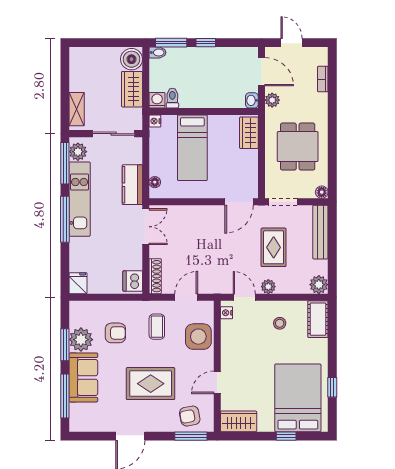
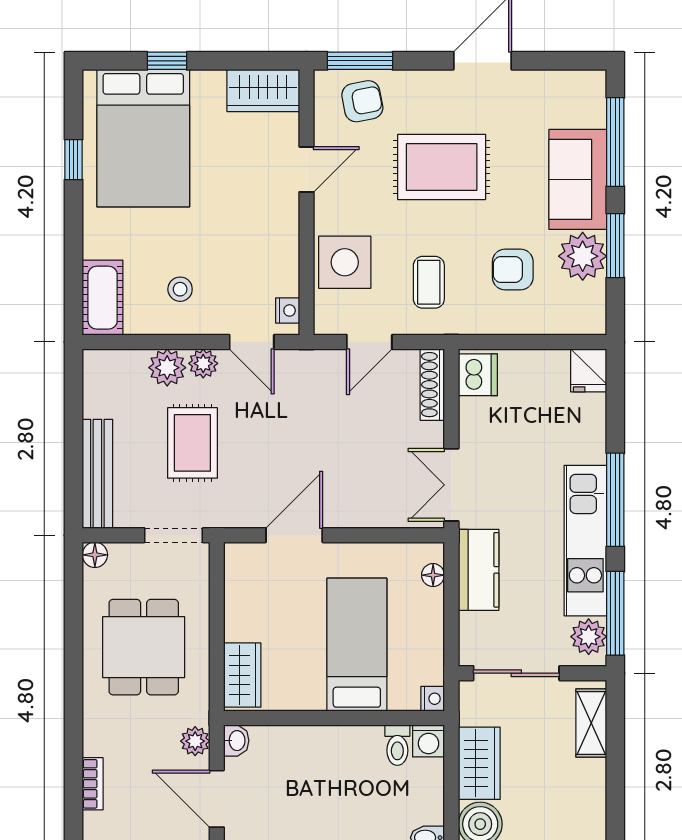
door: (239, 202) -> (294, 535), moved
plant: (319, 285) -> (167, 368), moved

